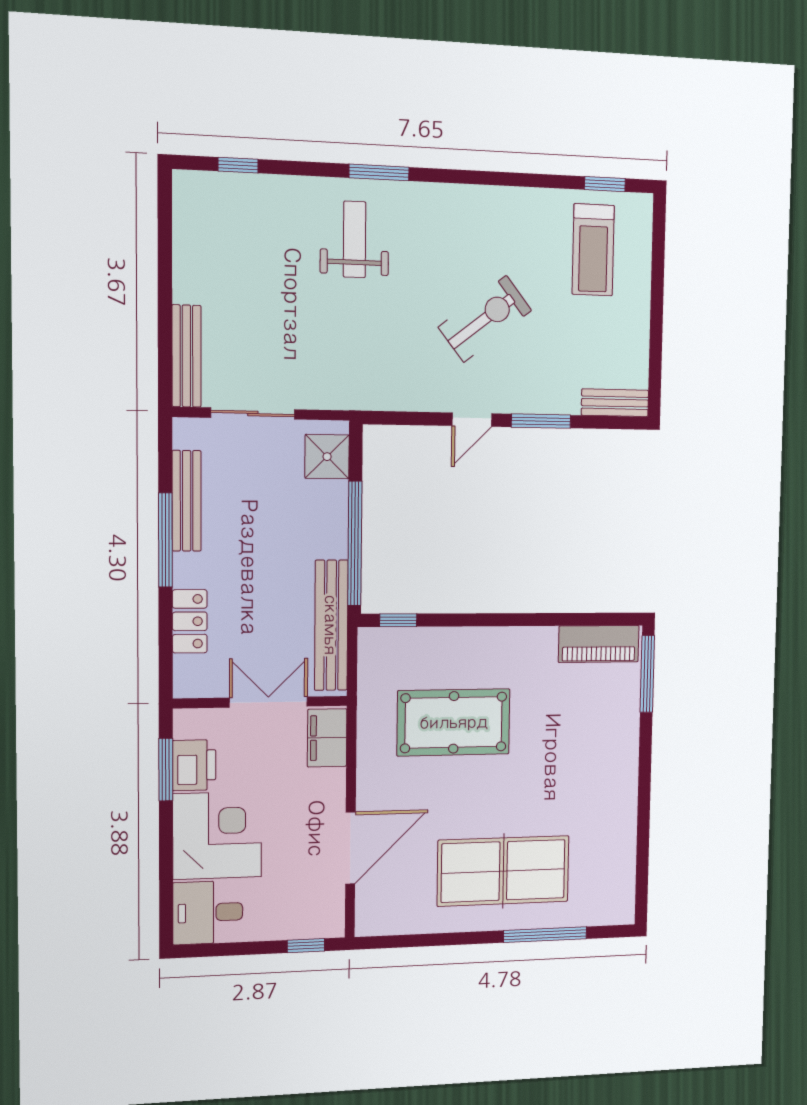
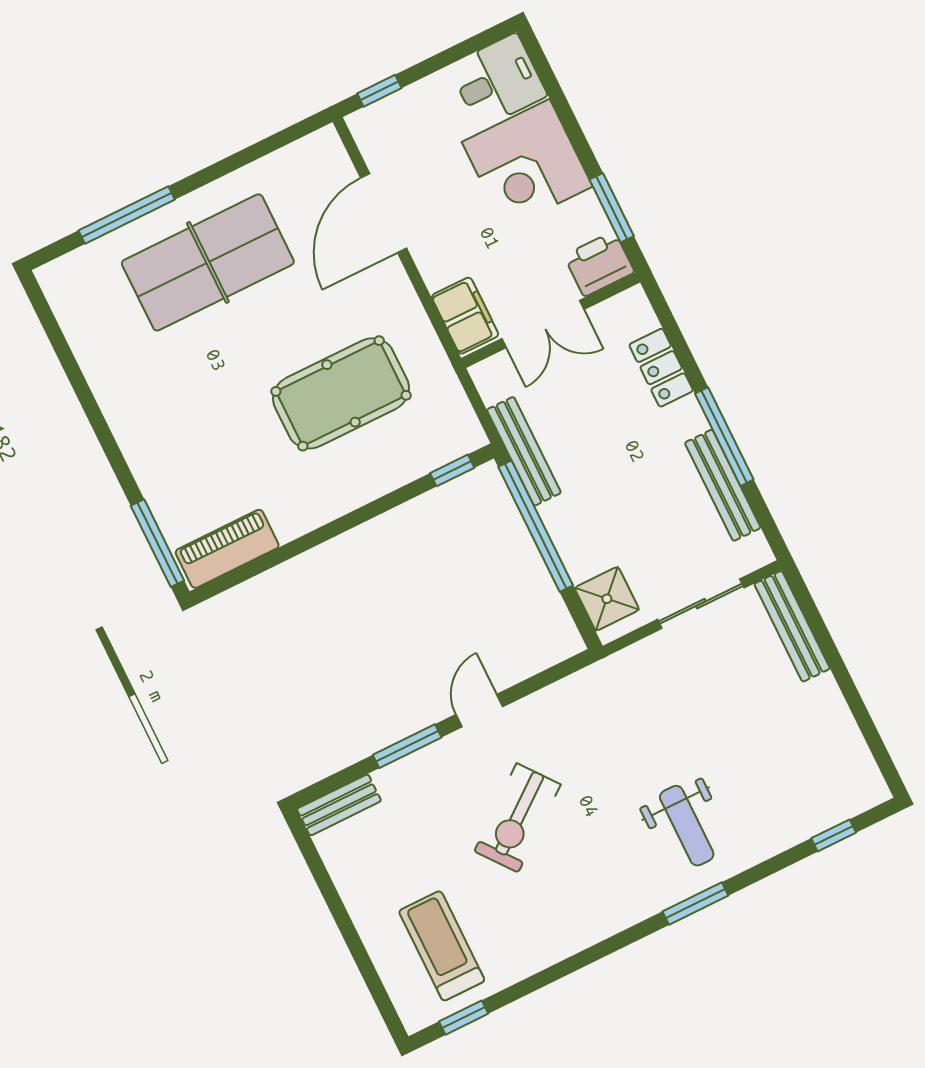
bench: (331, 625) -> (524, 451), width x0.73, depth x0.82
printer: (194, 765) -> (599, 264), moved, turned 90

